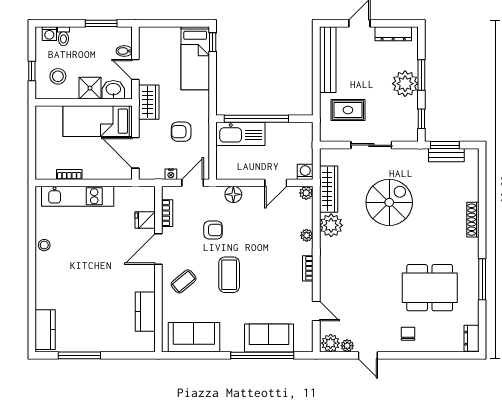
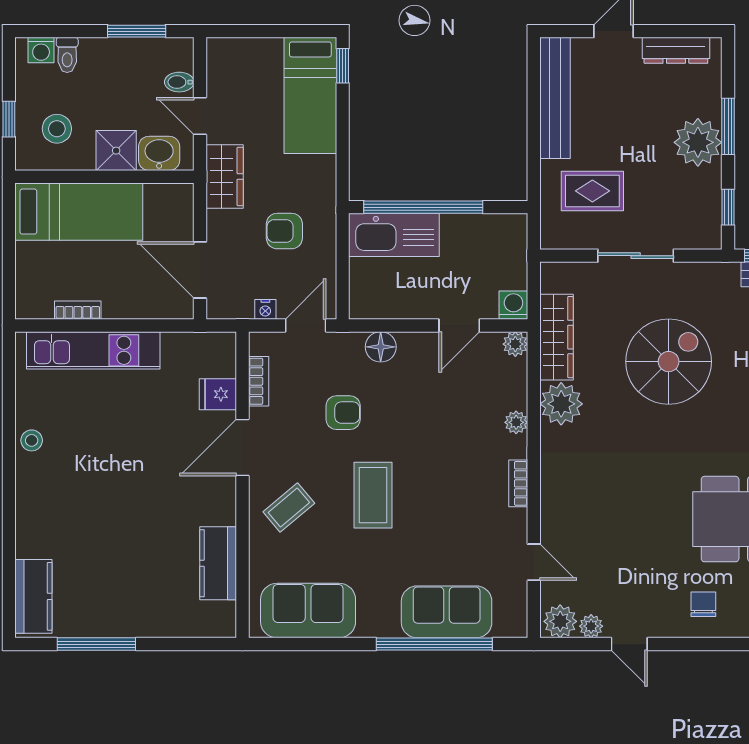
bed: (98, 121) -> (79, 212), moved, turned 180

